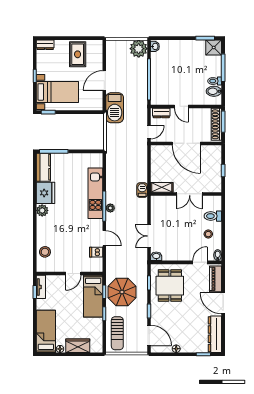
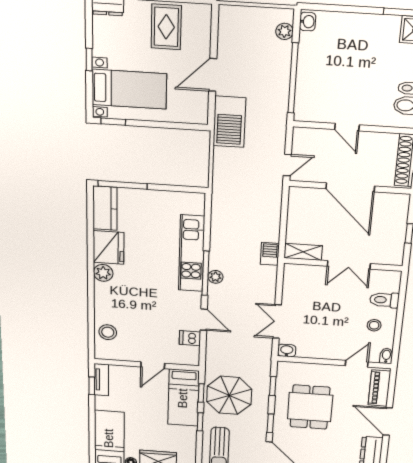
plant: (139, 49) -> (284, 31), width x0.53, depth x0.53
dresser: (161, 113) -> (311, 136), removed
dining table: (170, 286) -> (310, 407), moved

